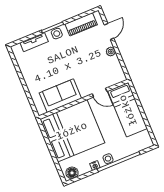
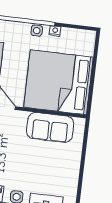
floor lamp: (72, 173) -> (84, 37), removed

